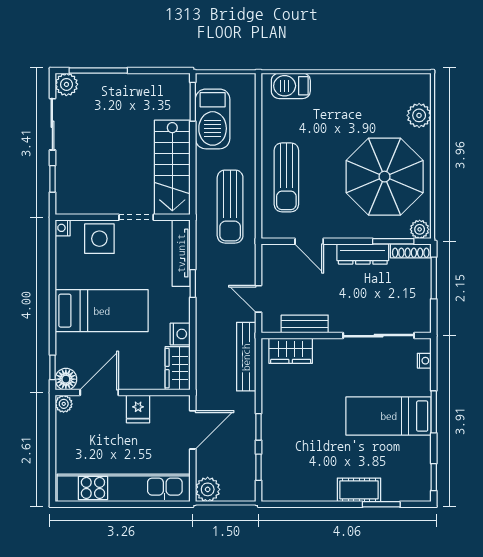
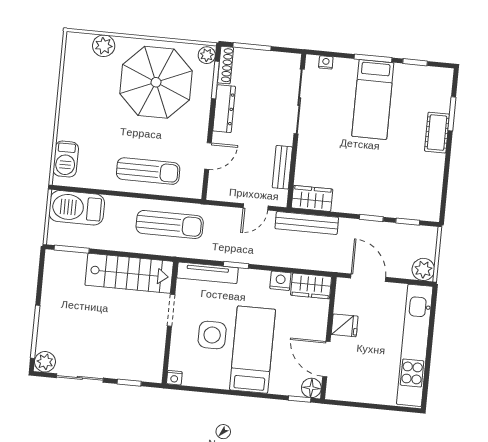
barbecue: (213, 119) -> (77, 208), moved, turned 180
side table: (99, 239) -> (212, 335), moved
wardrobe: (291, 351) -> (312, 198), moved, turned -90
plant: (64, 404) -> (333, 392), removed
window: (434, 477) -> (415, 62), moved

